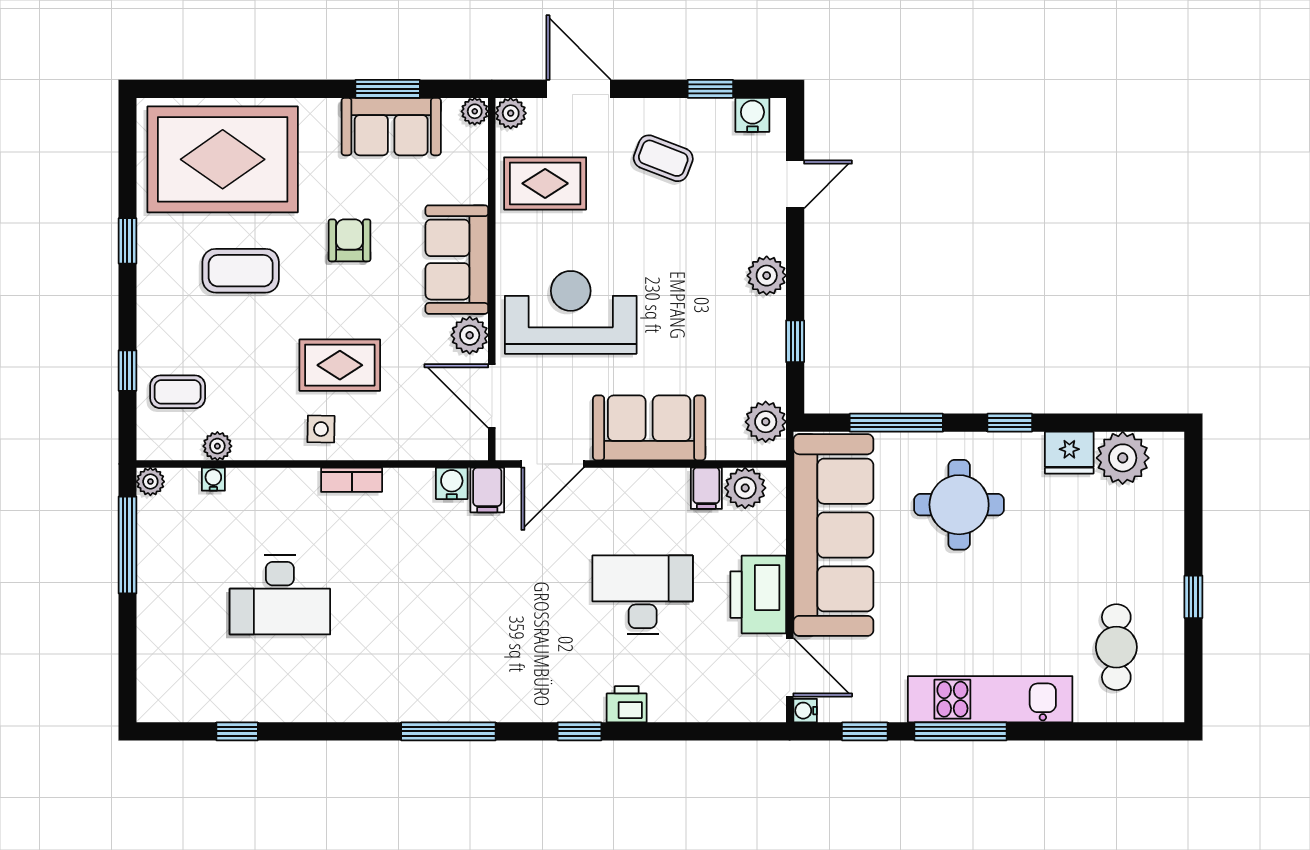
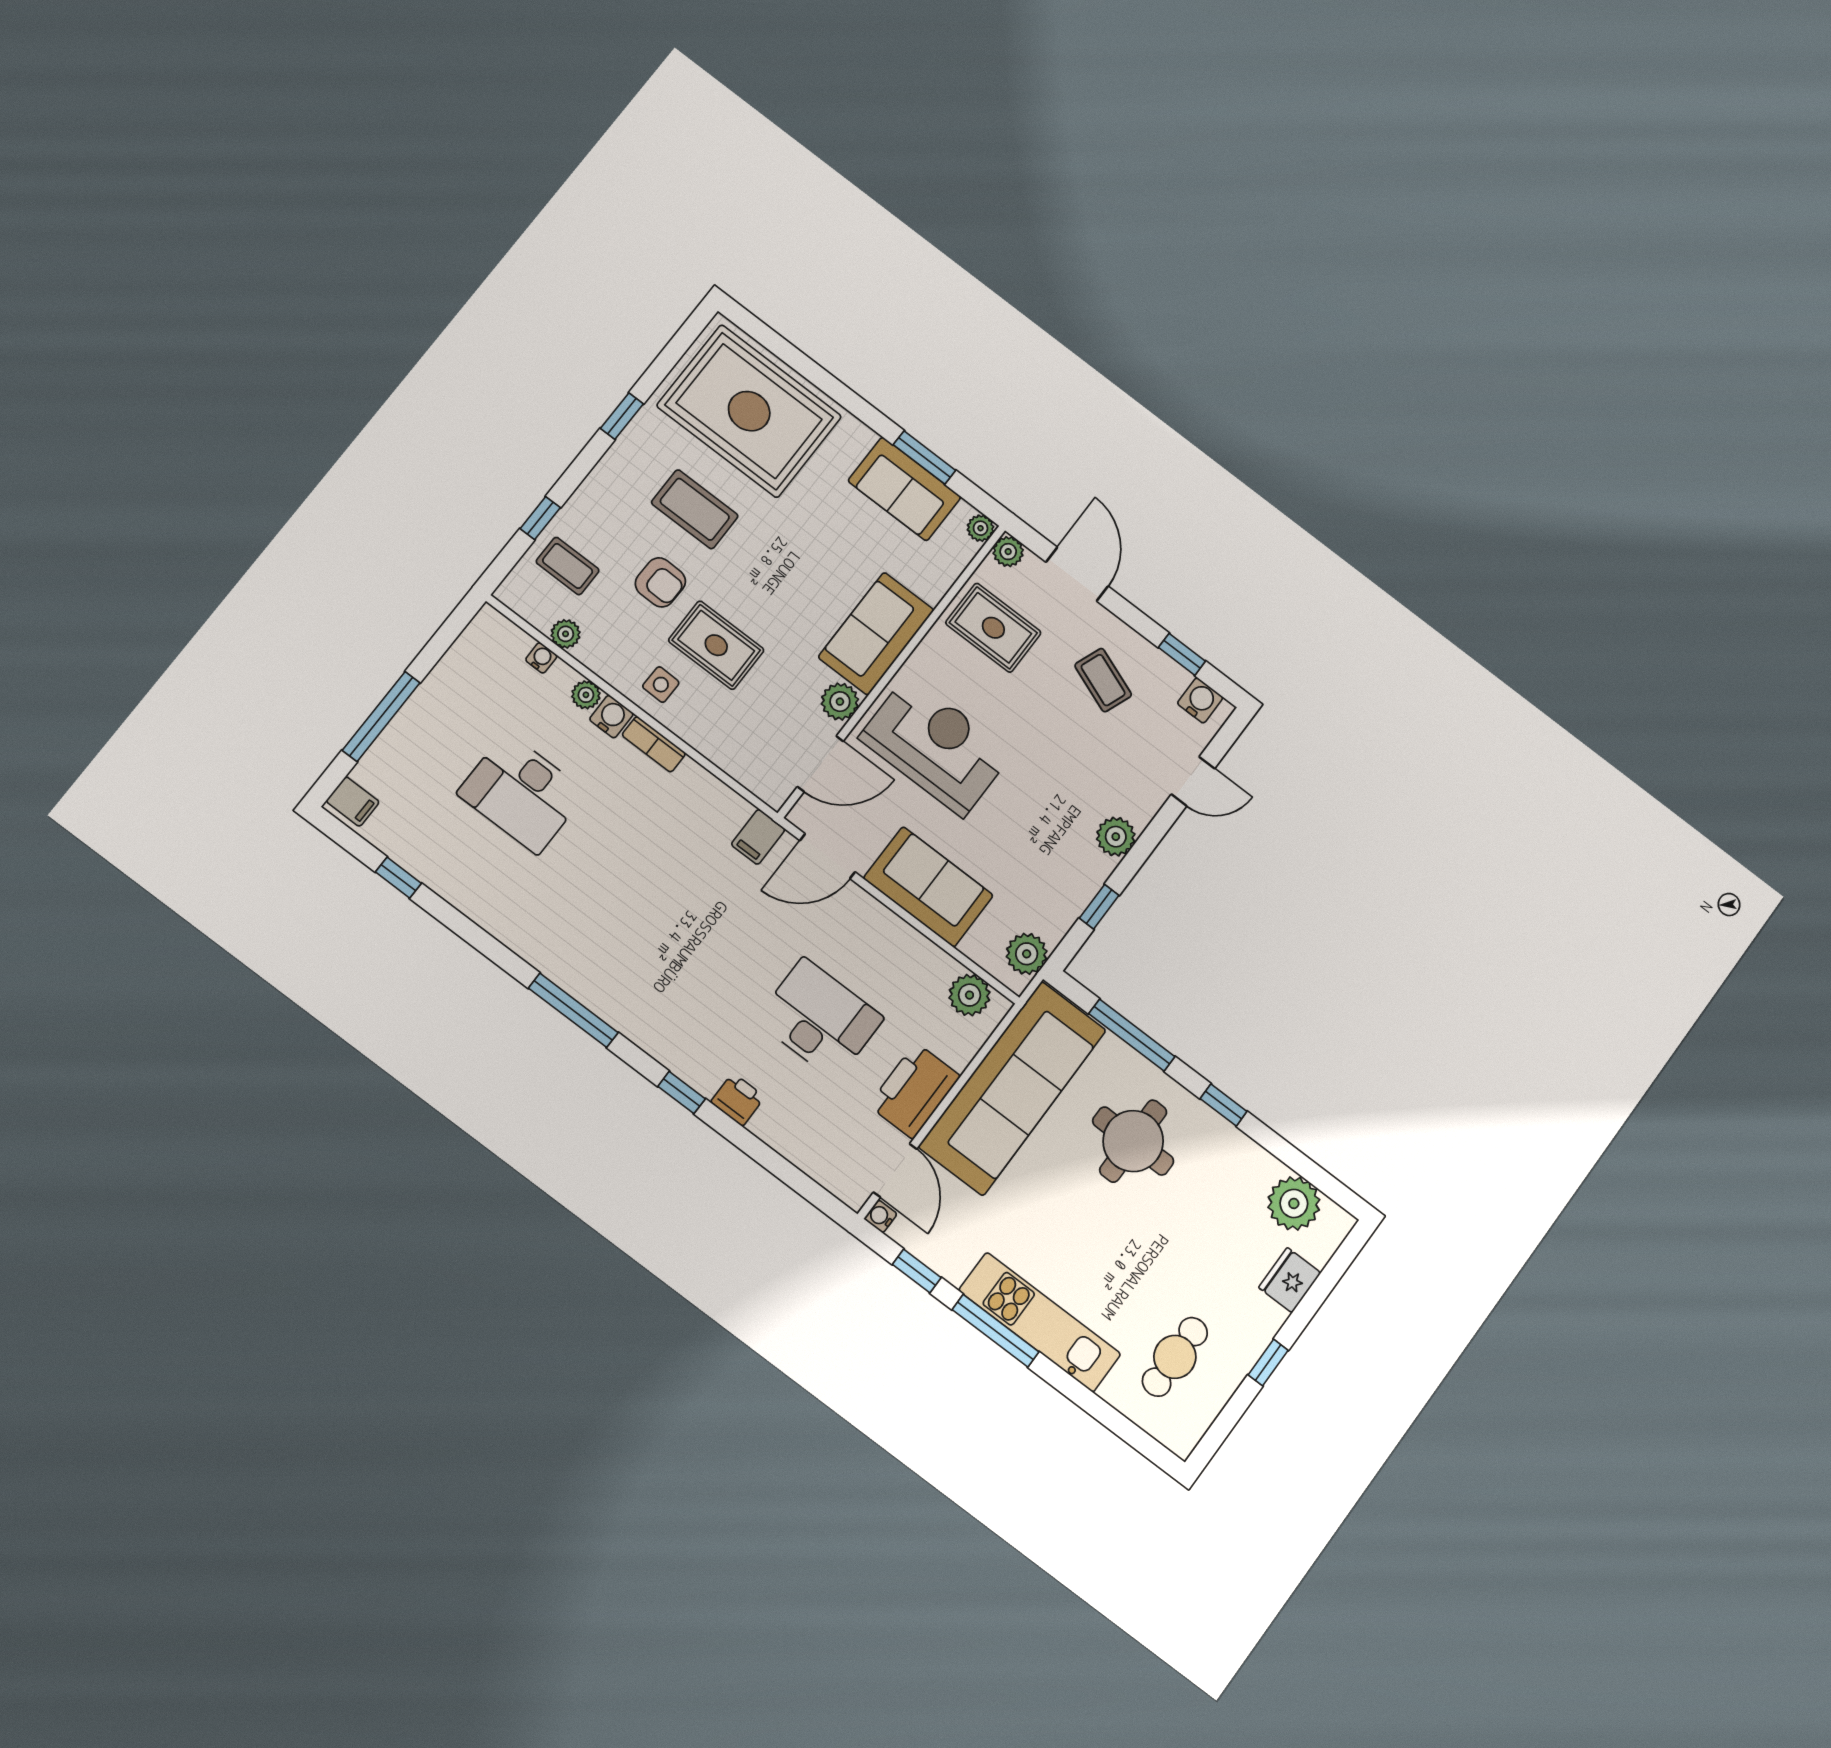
armchair: (349, 240) -> (660, 582), moved, turned 91
door: (492, 396) -> (820, 764), swing flipped
fridge: (1069, 453) -> (1290, 1280), moved, turned 90
plant: (150, 482) -> (586, 695), moved
water cooler: (452, 483) -> (611, 717), moved
filing cabinet: (706, 488) -> (353, 802), moved, turned -90
window: (127, 545) -> (381, 717), moved

